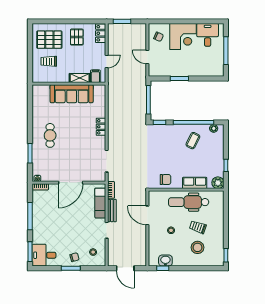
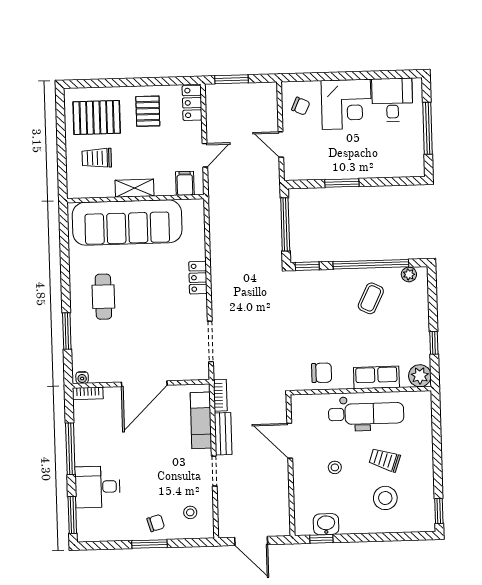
shelving: (80, 78) -> (134, 188), moved
sofa: (72, 94) -> (127, 222), width x1.36, depth x1.27
dental chair: (189, 202) -> (366, 414), turned 180
desk: (44, 255) -> (98, 487), moved

